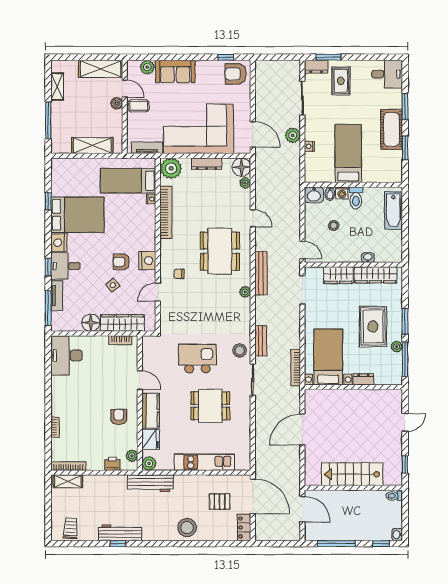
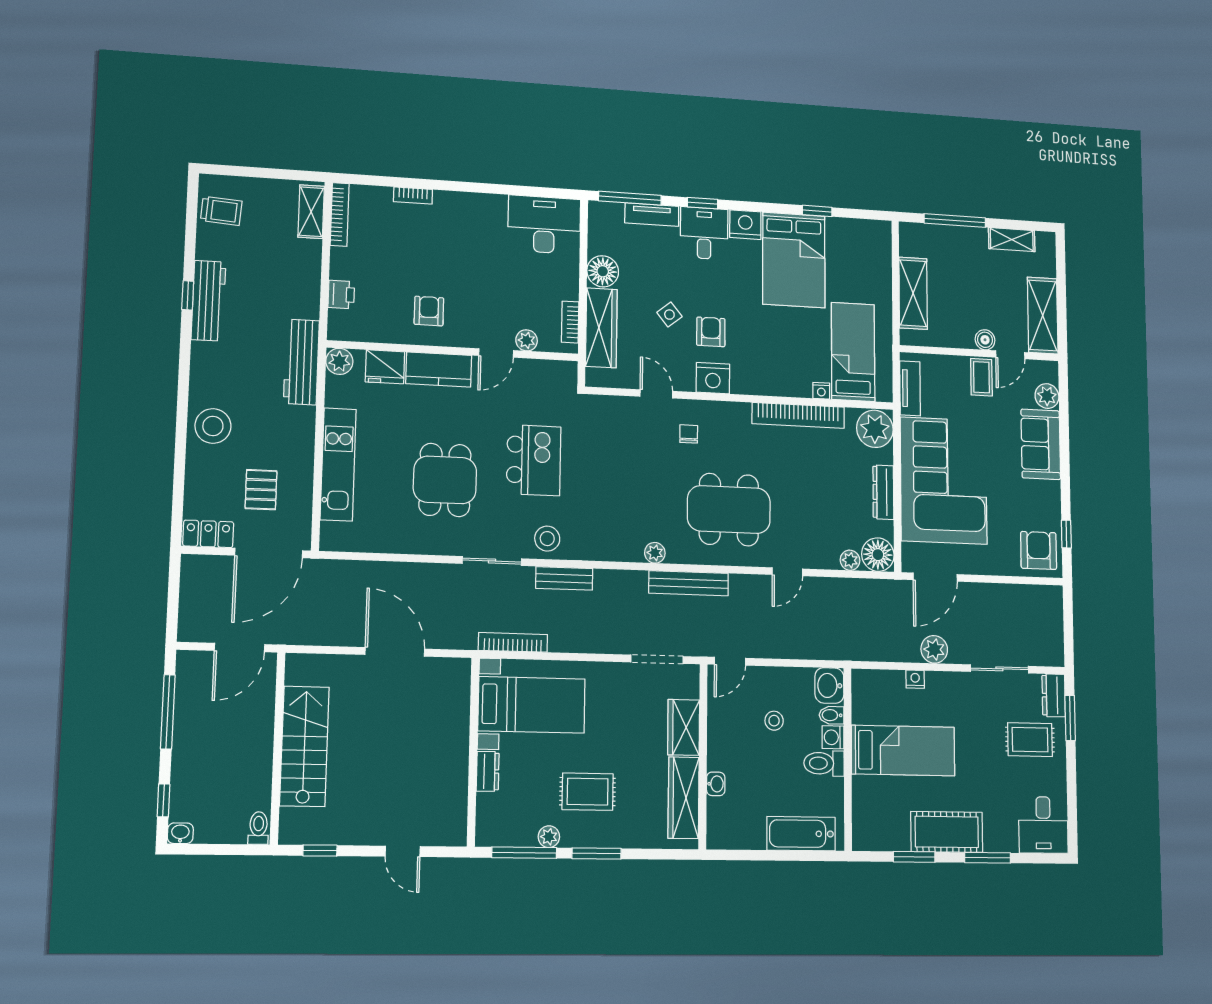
rug: (373, 326) -> (588, 792), width x0.73, depth x0.70
armchair: (119, 417) -> (429, 311), turned -90
plant: (132, 456) -> (527, 340), moved

